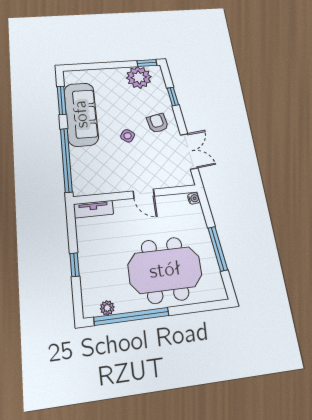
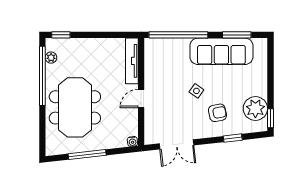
armchair: (158, 123) -> (217, 113), moved
tv unit: (93, 209) -> (132, 61), width x1.41
window: (75, 265) -> (61, 35), moved

